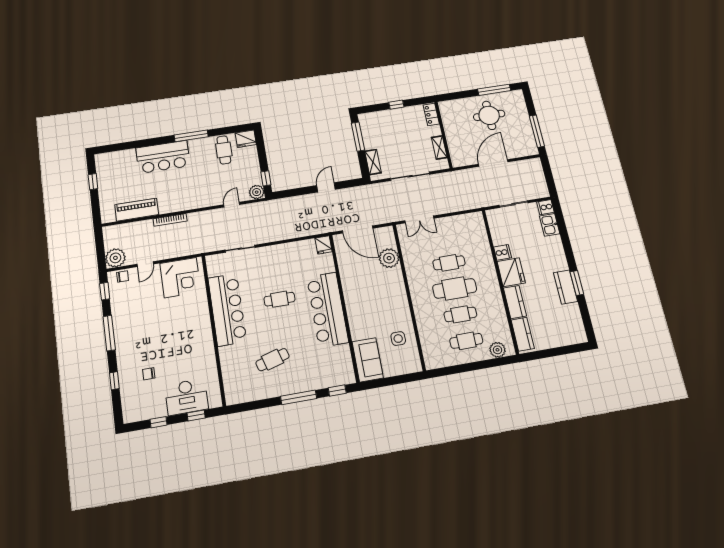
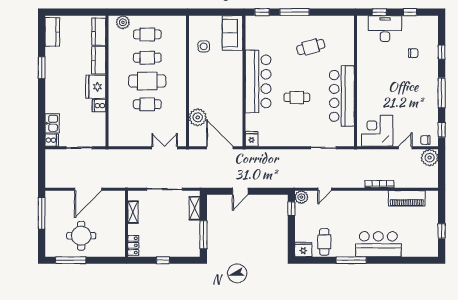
kitchen counter: (565, 287) -> (52, 32), moved

